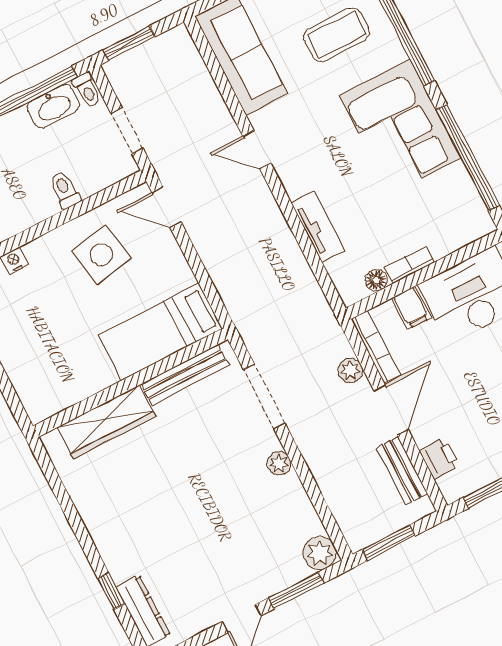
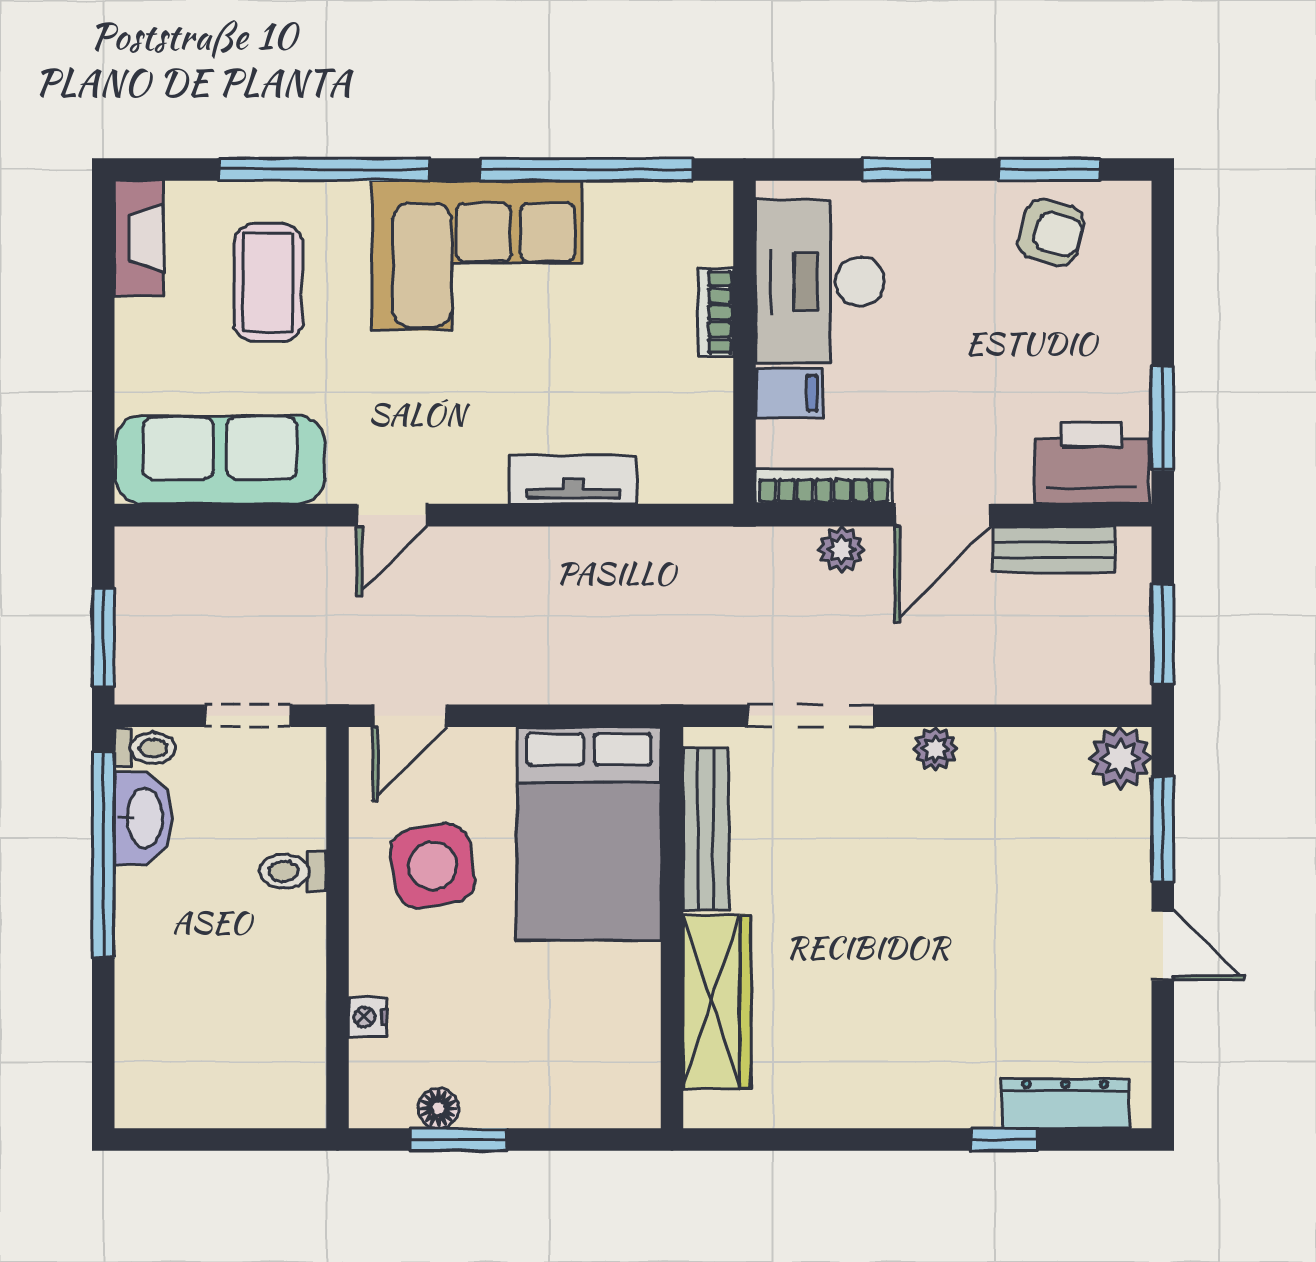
bookcase: (410, 265) -> (716, 312), moved
floor lamp: (376, 280) -> (713, 428), removed
bed: (160, 332) -> (589, 834), width x1.50
door: (391, 410) -> (943, 515), swing flipped
printer: (439, 458) -> (1092, 463), width x1.87, depth x1.48

